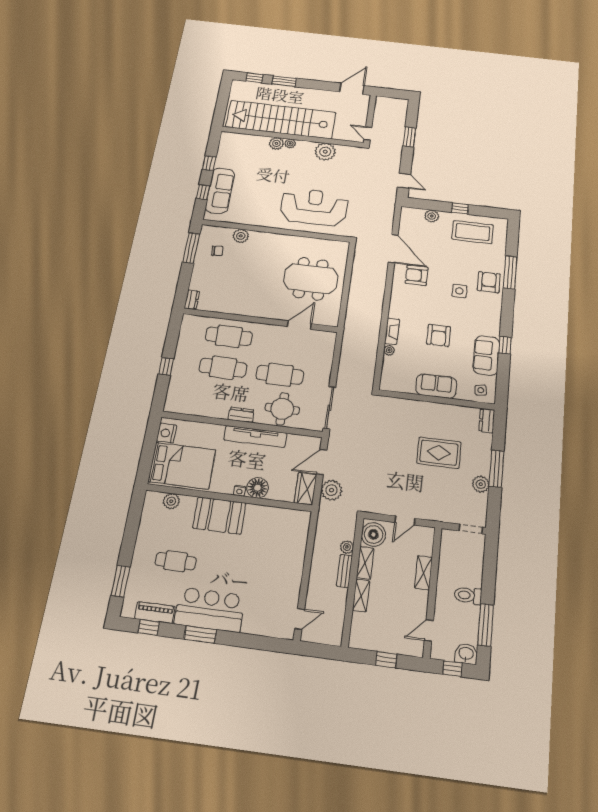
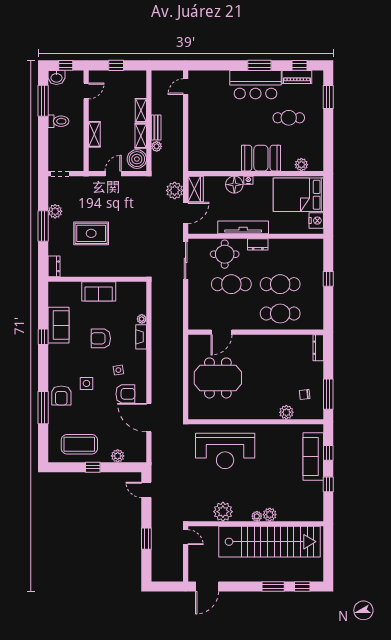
dresser: (192, 300) -> (318, 348), width x1.44
armchair: (439, 335) -> (101, 338), turned -90
side table: (481, 390) -> (118, 370), moved

